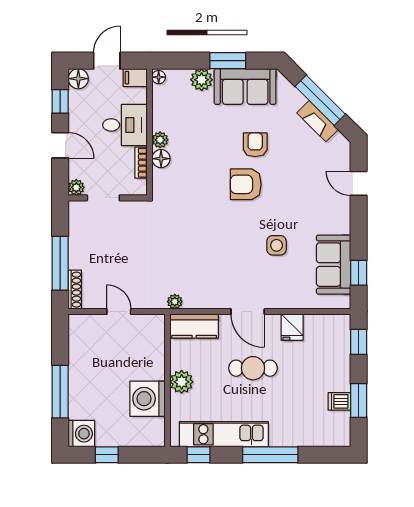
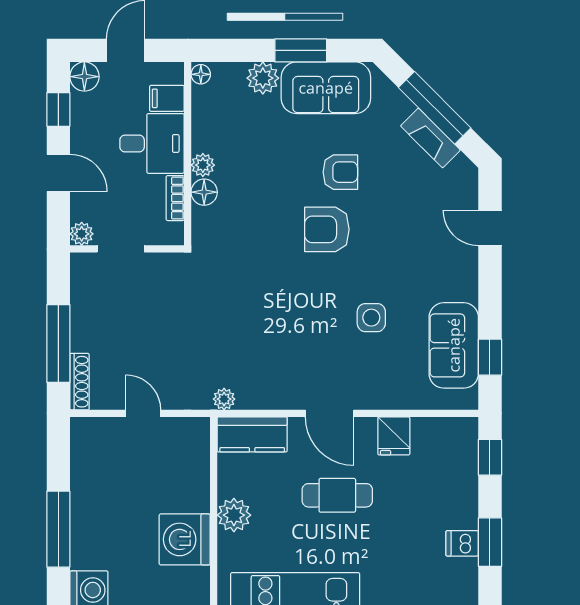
filing cabinet: (135, 78) -> (167, 98), moved
armchair: (255, 145) -> (340, 172), turned 90

